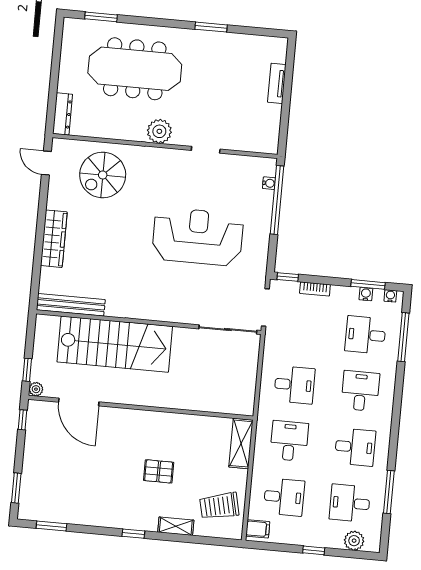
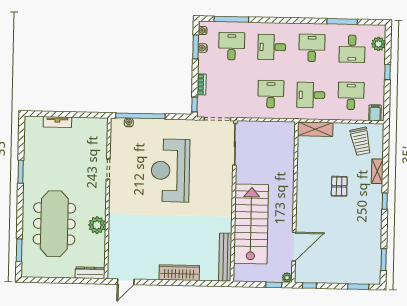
plant: (159, 131) -> (97, 225), moved
spiral stairs: (103, 175) -> (131, 241), removed
desk: (365, 335) -> (232, 46), turned 180

